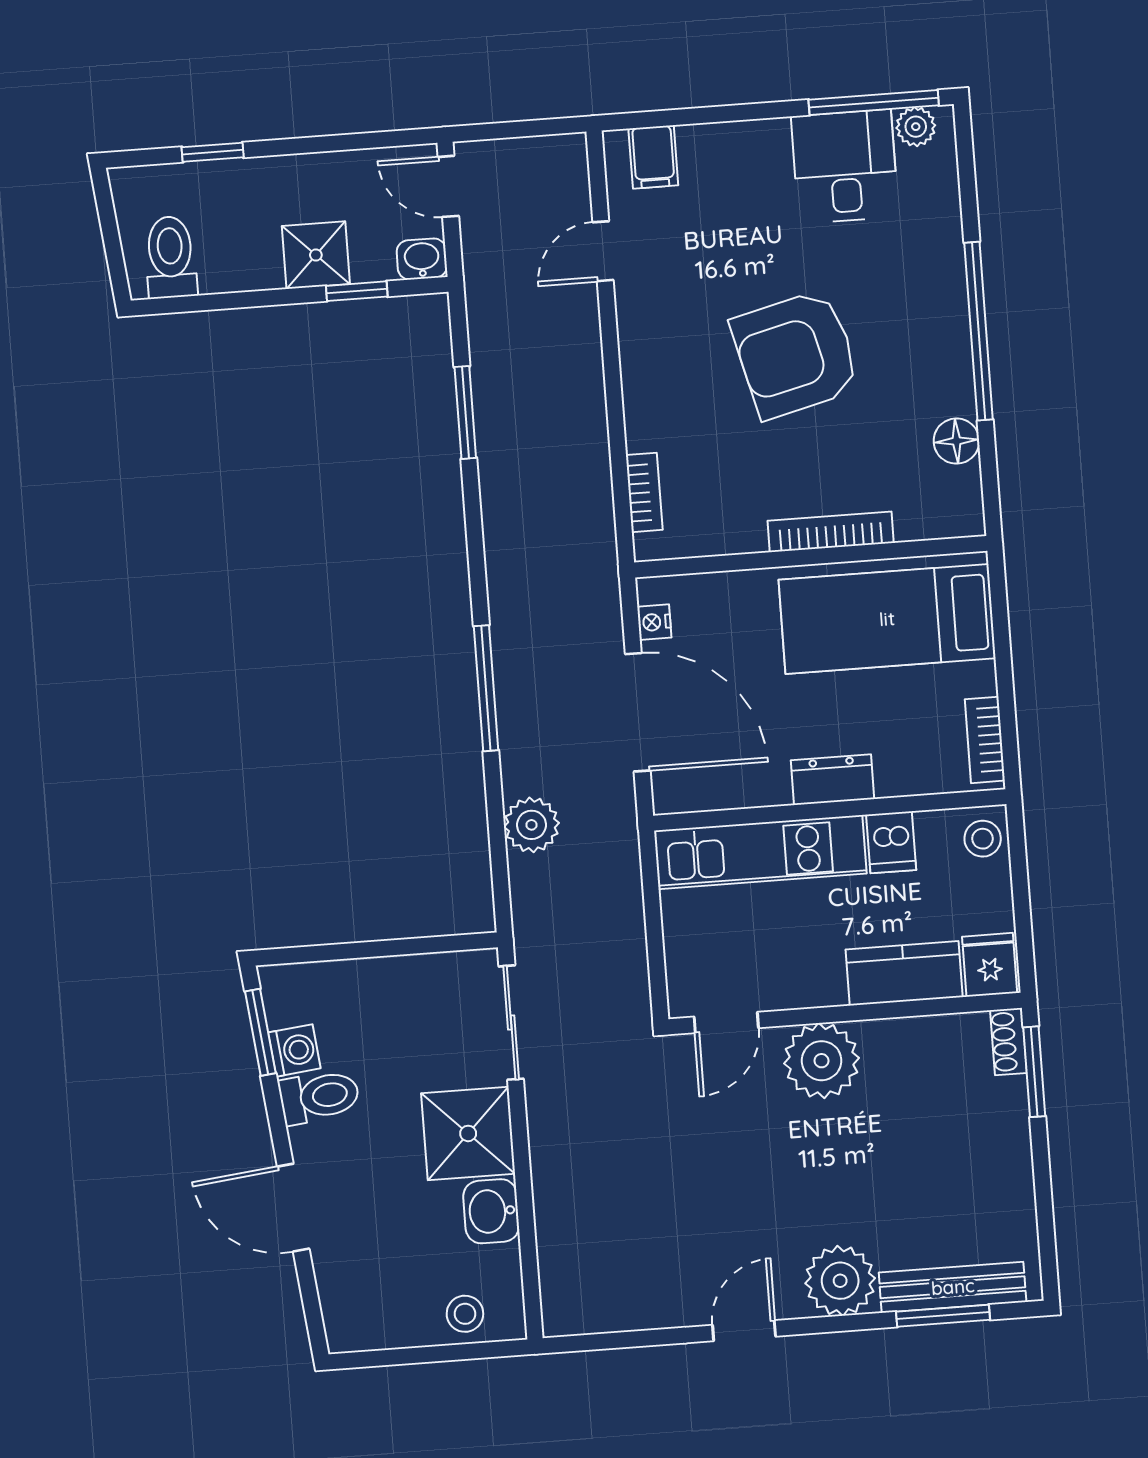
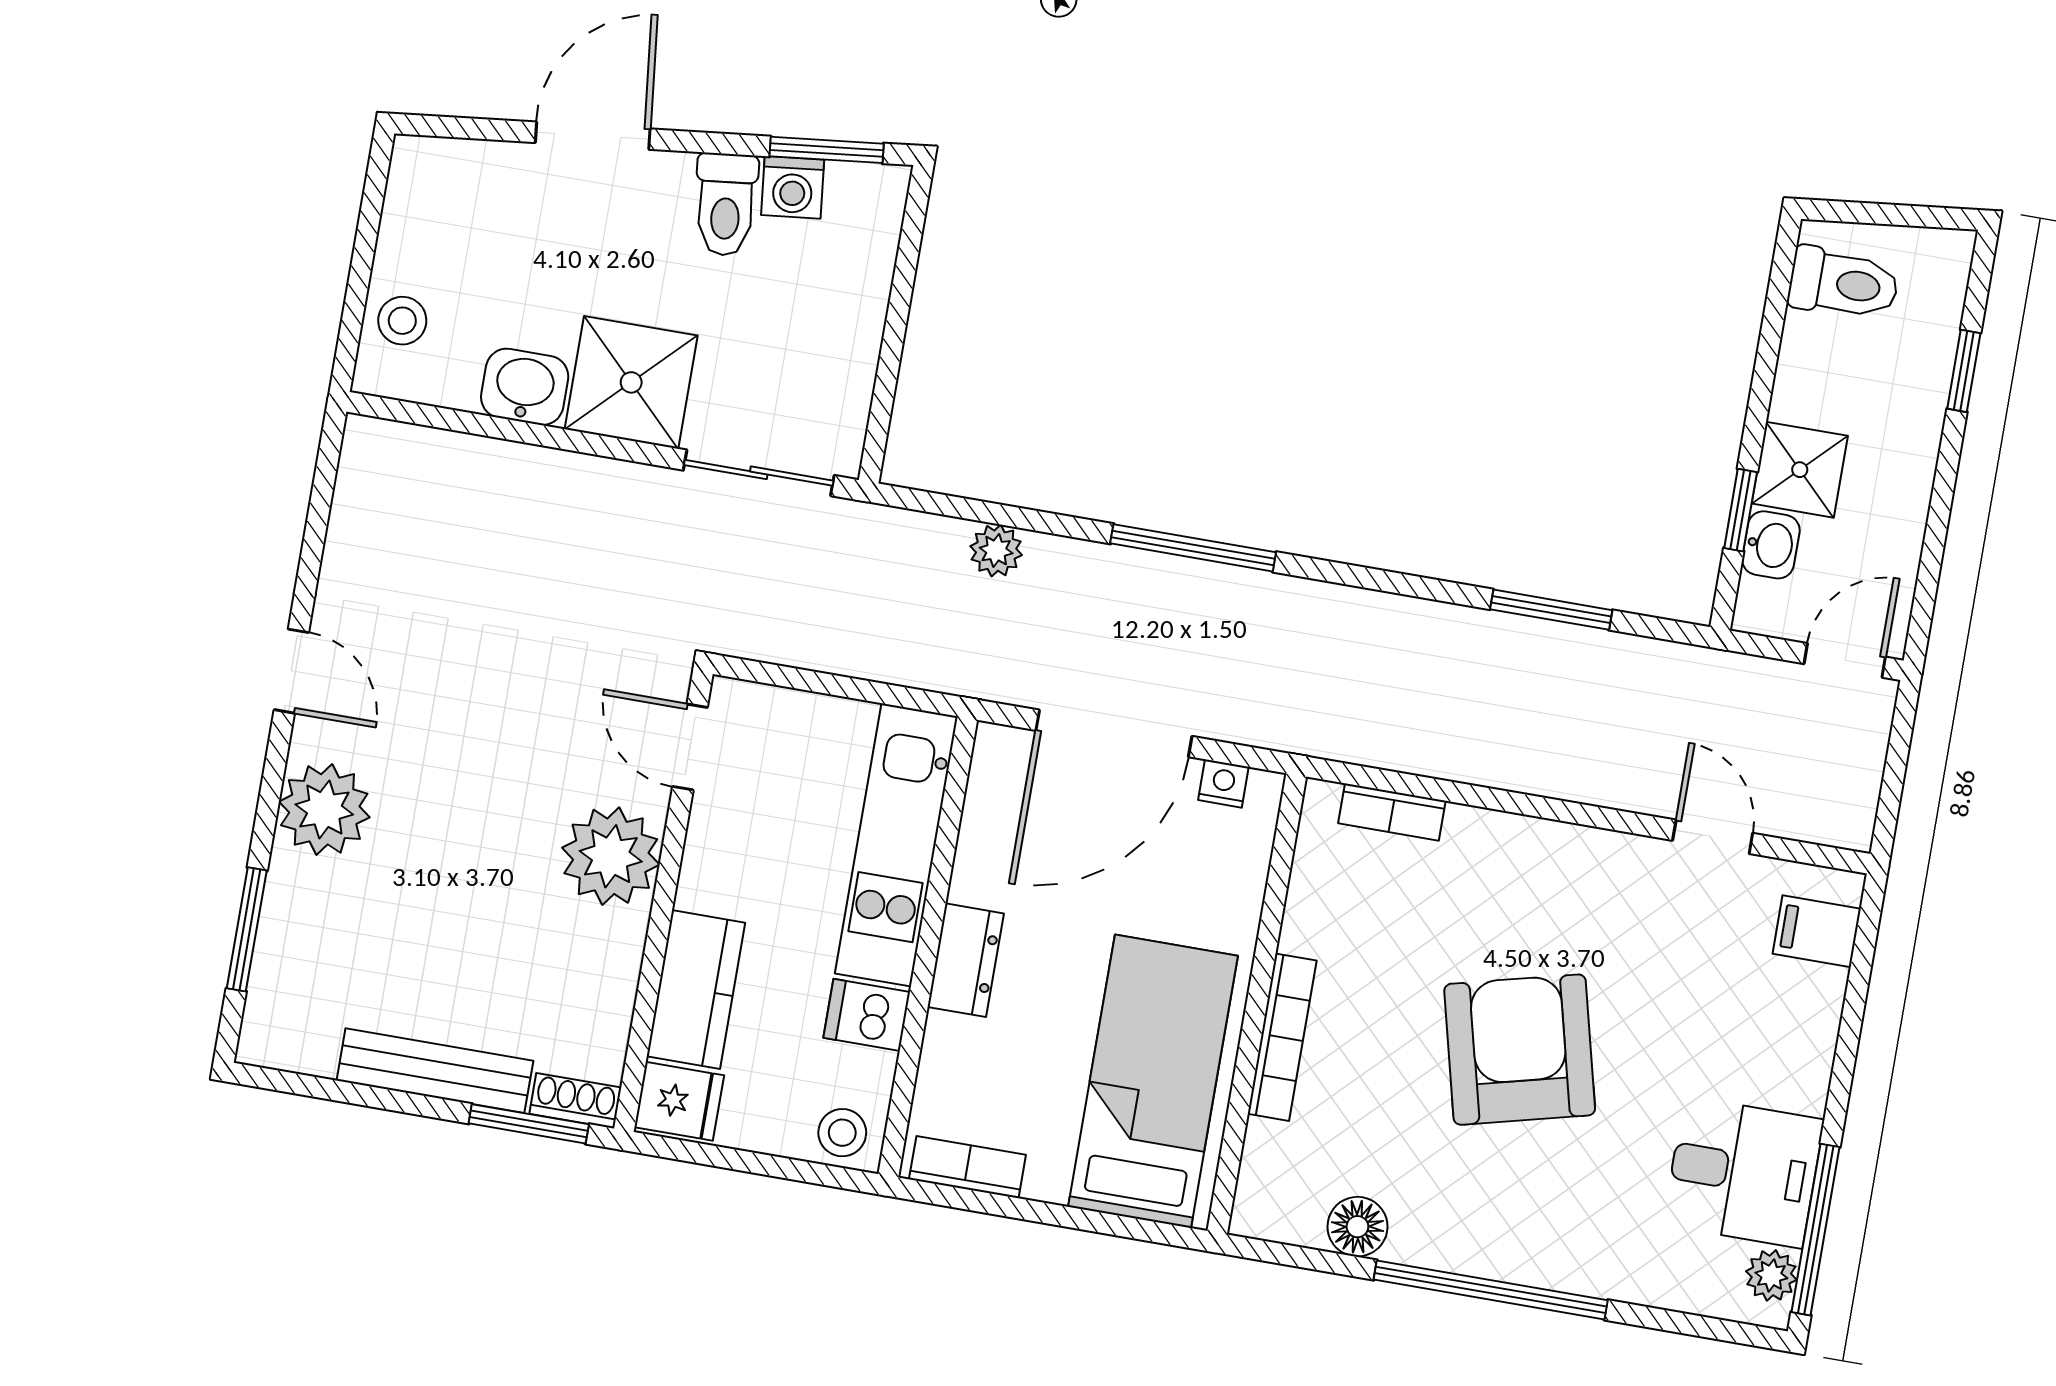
washbasin: (422, 259) -> (1771, 545), moved
plant: (531, 825) -> (996, 551), width x0.73, depth x0.73
bench: (953, 1287) -> (435, 1071), moved, turned 90

